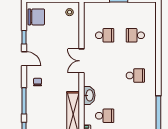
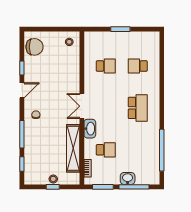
door: (24, 59) -> (22, 90), hinge flipped
double door: (82, 61) -> (82, 106), moved
school desk: (135, 76) -> (138, 108), width x1.85

